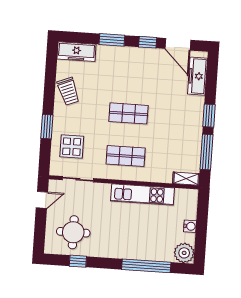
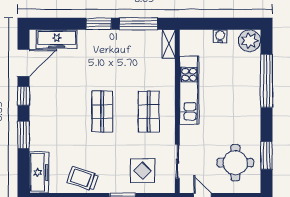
trolley: (68, 91) -> (83, 179), turned -139
window: (78, 261) -> (266, 155), width x1.50

